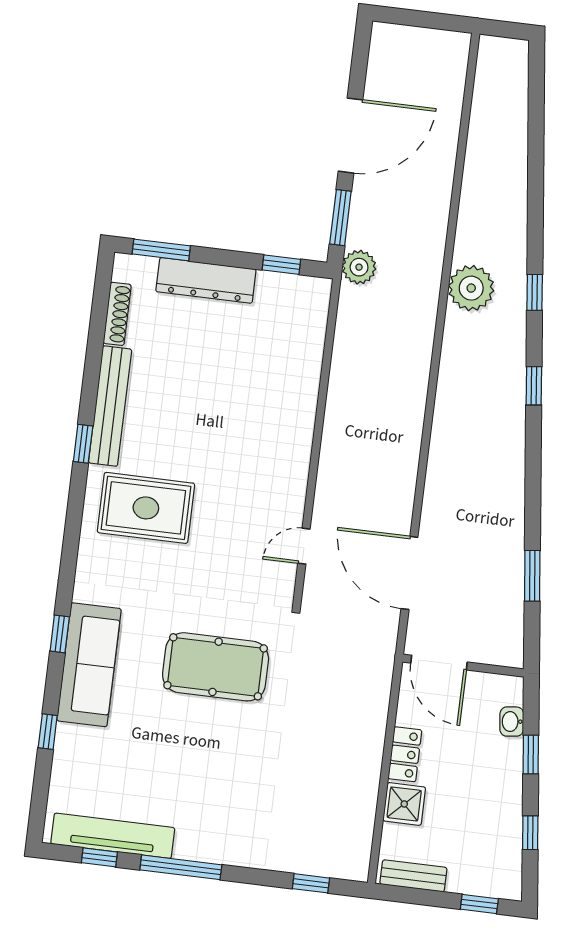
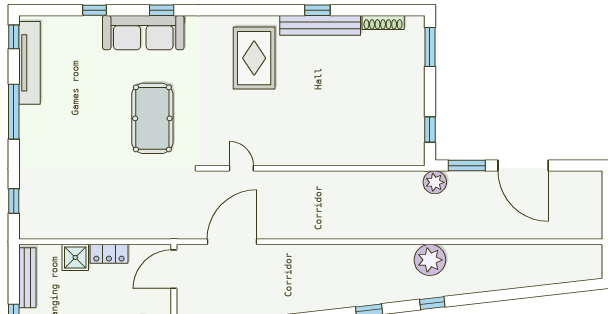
dresser: (206, 280) -> (413, 80), removed
window: (83, 444) -> (317, 10), moved
window: (99, 857) -> (14, 37), moved
bench: (413, 876) -> (27, 278), width x1.36

